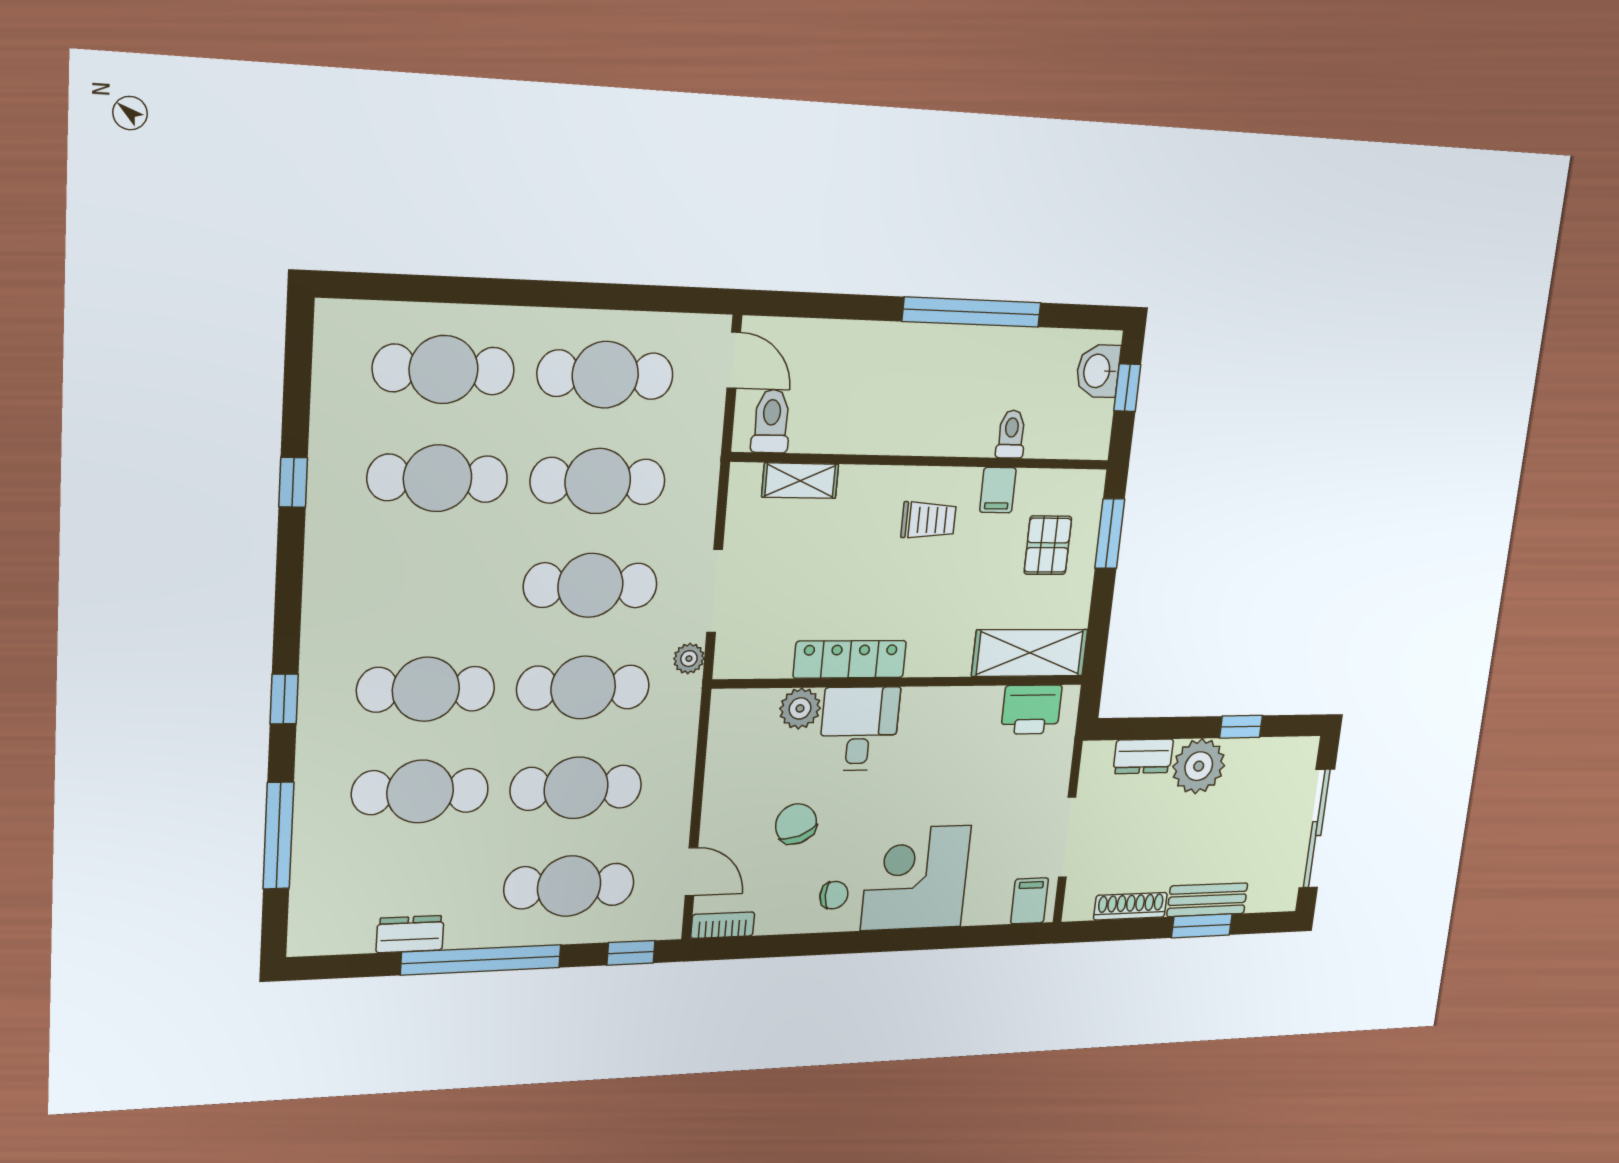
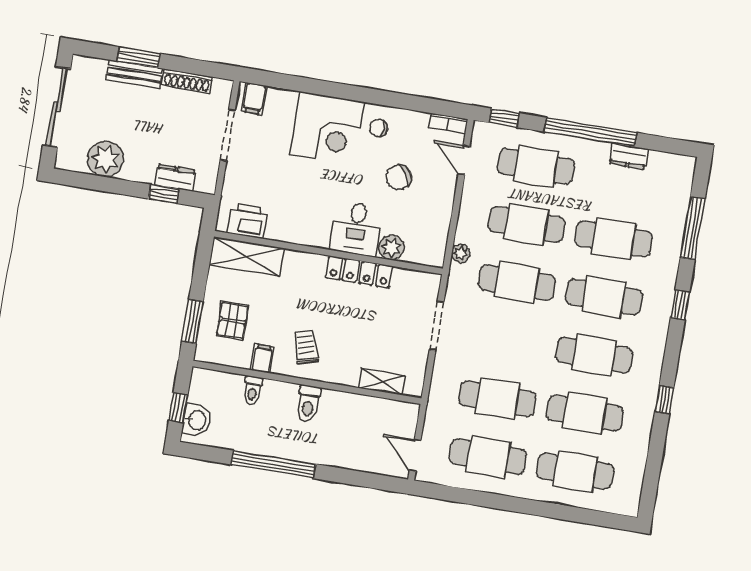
toilet: (771, 421) -> (308, 404), moved
window: (293, 482) -> (664, 400), moved
trolley: (928, 520) -> (306, 347), turned 74
cafe table: (590, 585) -> (594, 355), moved
plant: (689, 659) -> (461, 253), moved
window: (1241, 727) -> (164, 194), moved
plant: (1199, 766) -> (106, 159), moved
chair: (796, 824) -> (399, 177), turned 78

